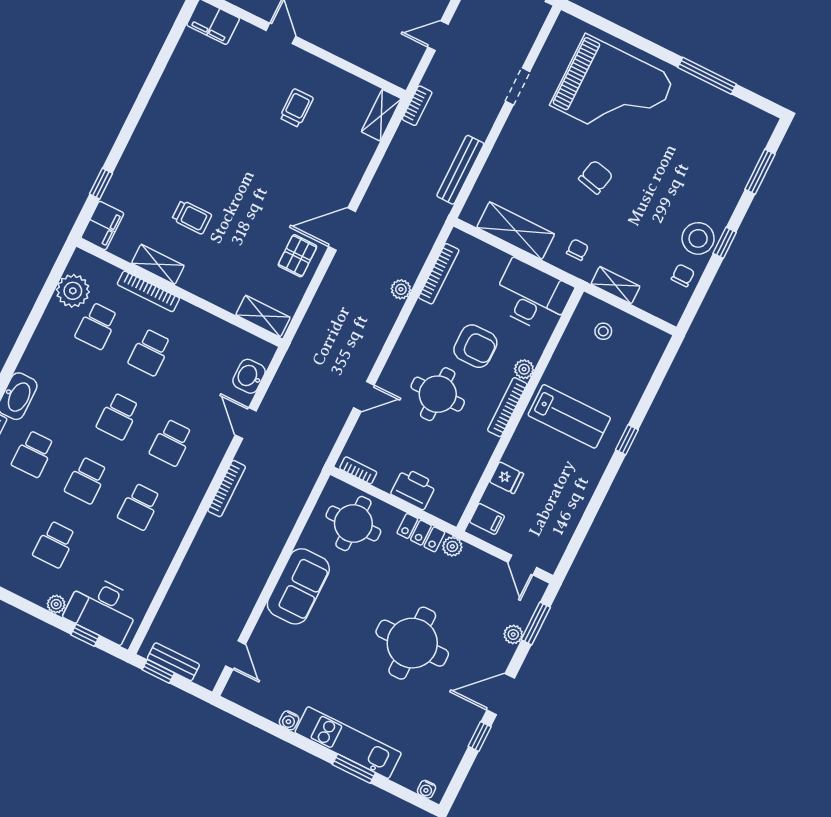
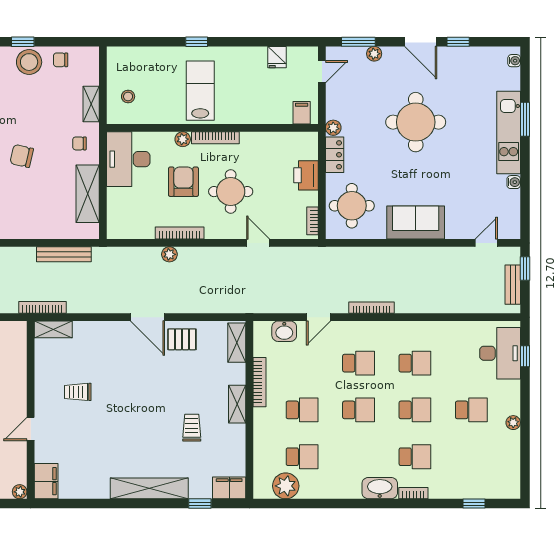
bookcase: (417, 106) -> (42, 307), width x1.56
shelving: (147, 135) -> (149, 488), added
shelving: (158, 264) -> (237, 404), moved
bookcase: (439, 274) -> (180, 233), moved
bookcase: (148, 291) -> (259, 382), moved
fridge: (507, 478) -> (277, 57), moved, turned 180
plant: (56, 604) -> (513, 423), moved
window: (158, 671) -> (525, 269), moved

